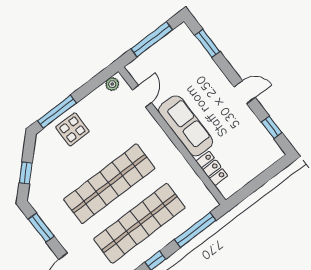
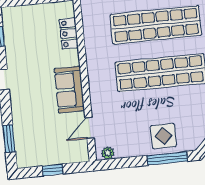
window: (152, 39) -> (53, 170), width x0.46
sofa: (186, 126) -> (69, 90), width x0.73

